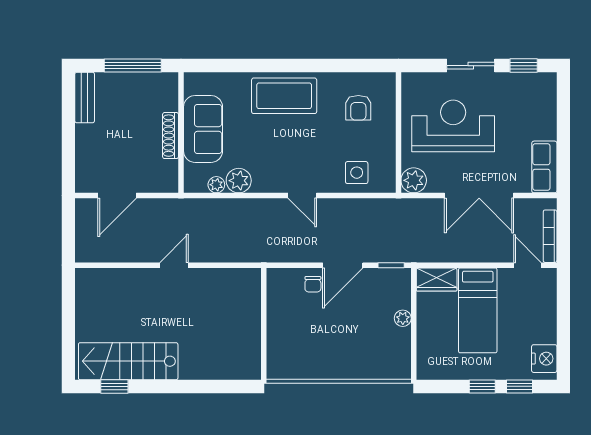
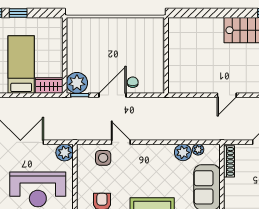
shoe rack: (171, 136) -> (229, 161), moved
door: (302, 196) -> (121, 142), moved
plant: (403, 318) -> (77, 83), moved, width x1.87, depth x1.87

